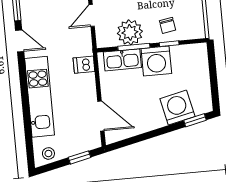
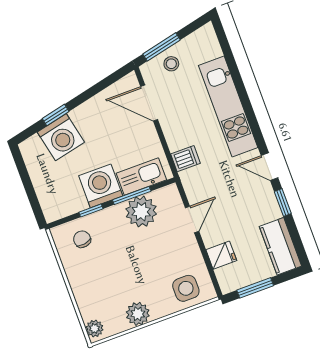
chair: (167, 25) -> (82, 239), moved
window: (195, 120) -> (56, 115), moved
stool: (48, 153) -> (171, 64), moved
window: (79, 157) -> (162, 47), width x1.50

